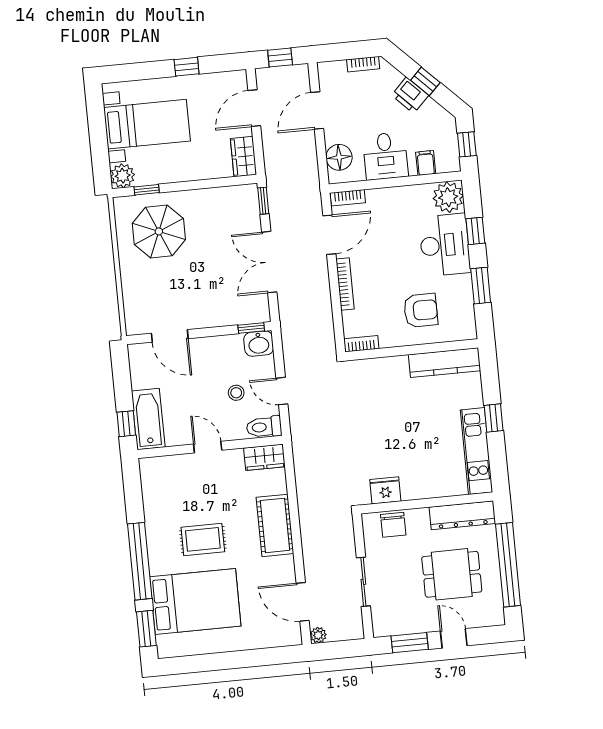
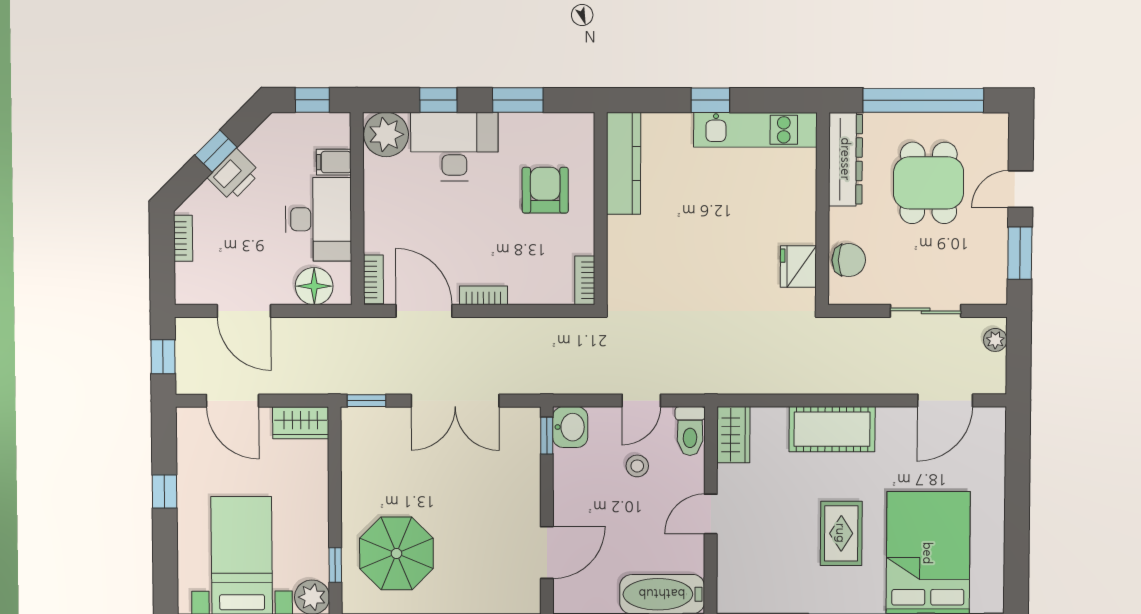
desk: (385, 156) -> (318, 219), width x1.37
bookcase: (345, 284) -> (484, 295), width x0.64
plant: (318, 635) -> (995, 340), moved

